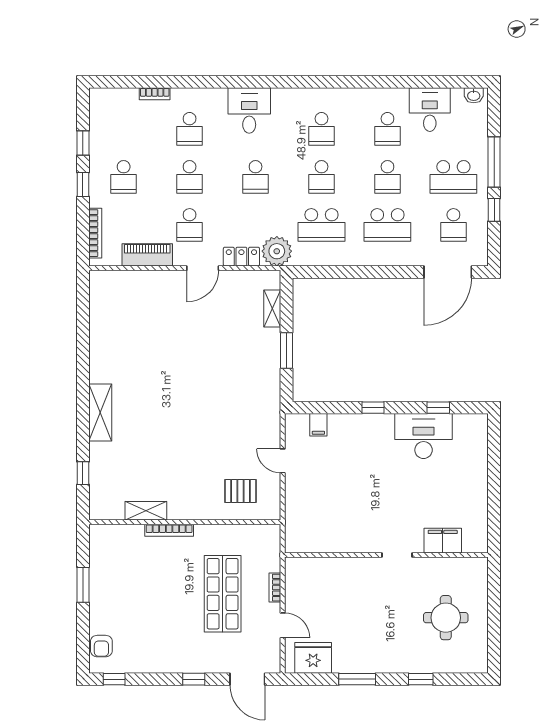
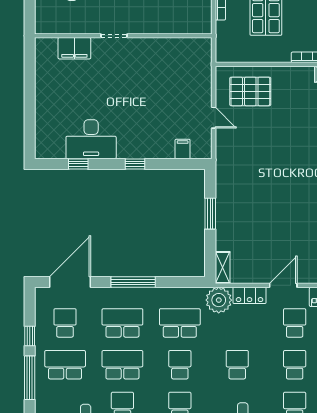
school desk: (387, 177) -> (122, 365), width x1.85
window: (375, 272) -> (133, 282), added
shelving: (272, 309) -> (223, 268), moved
pallet: (241, 491) -> (250, 91), width x1.50, depth x1.42

